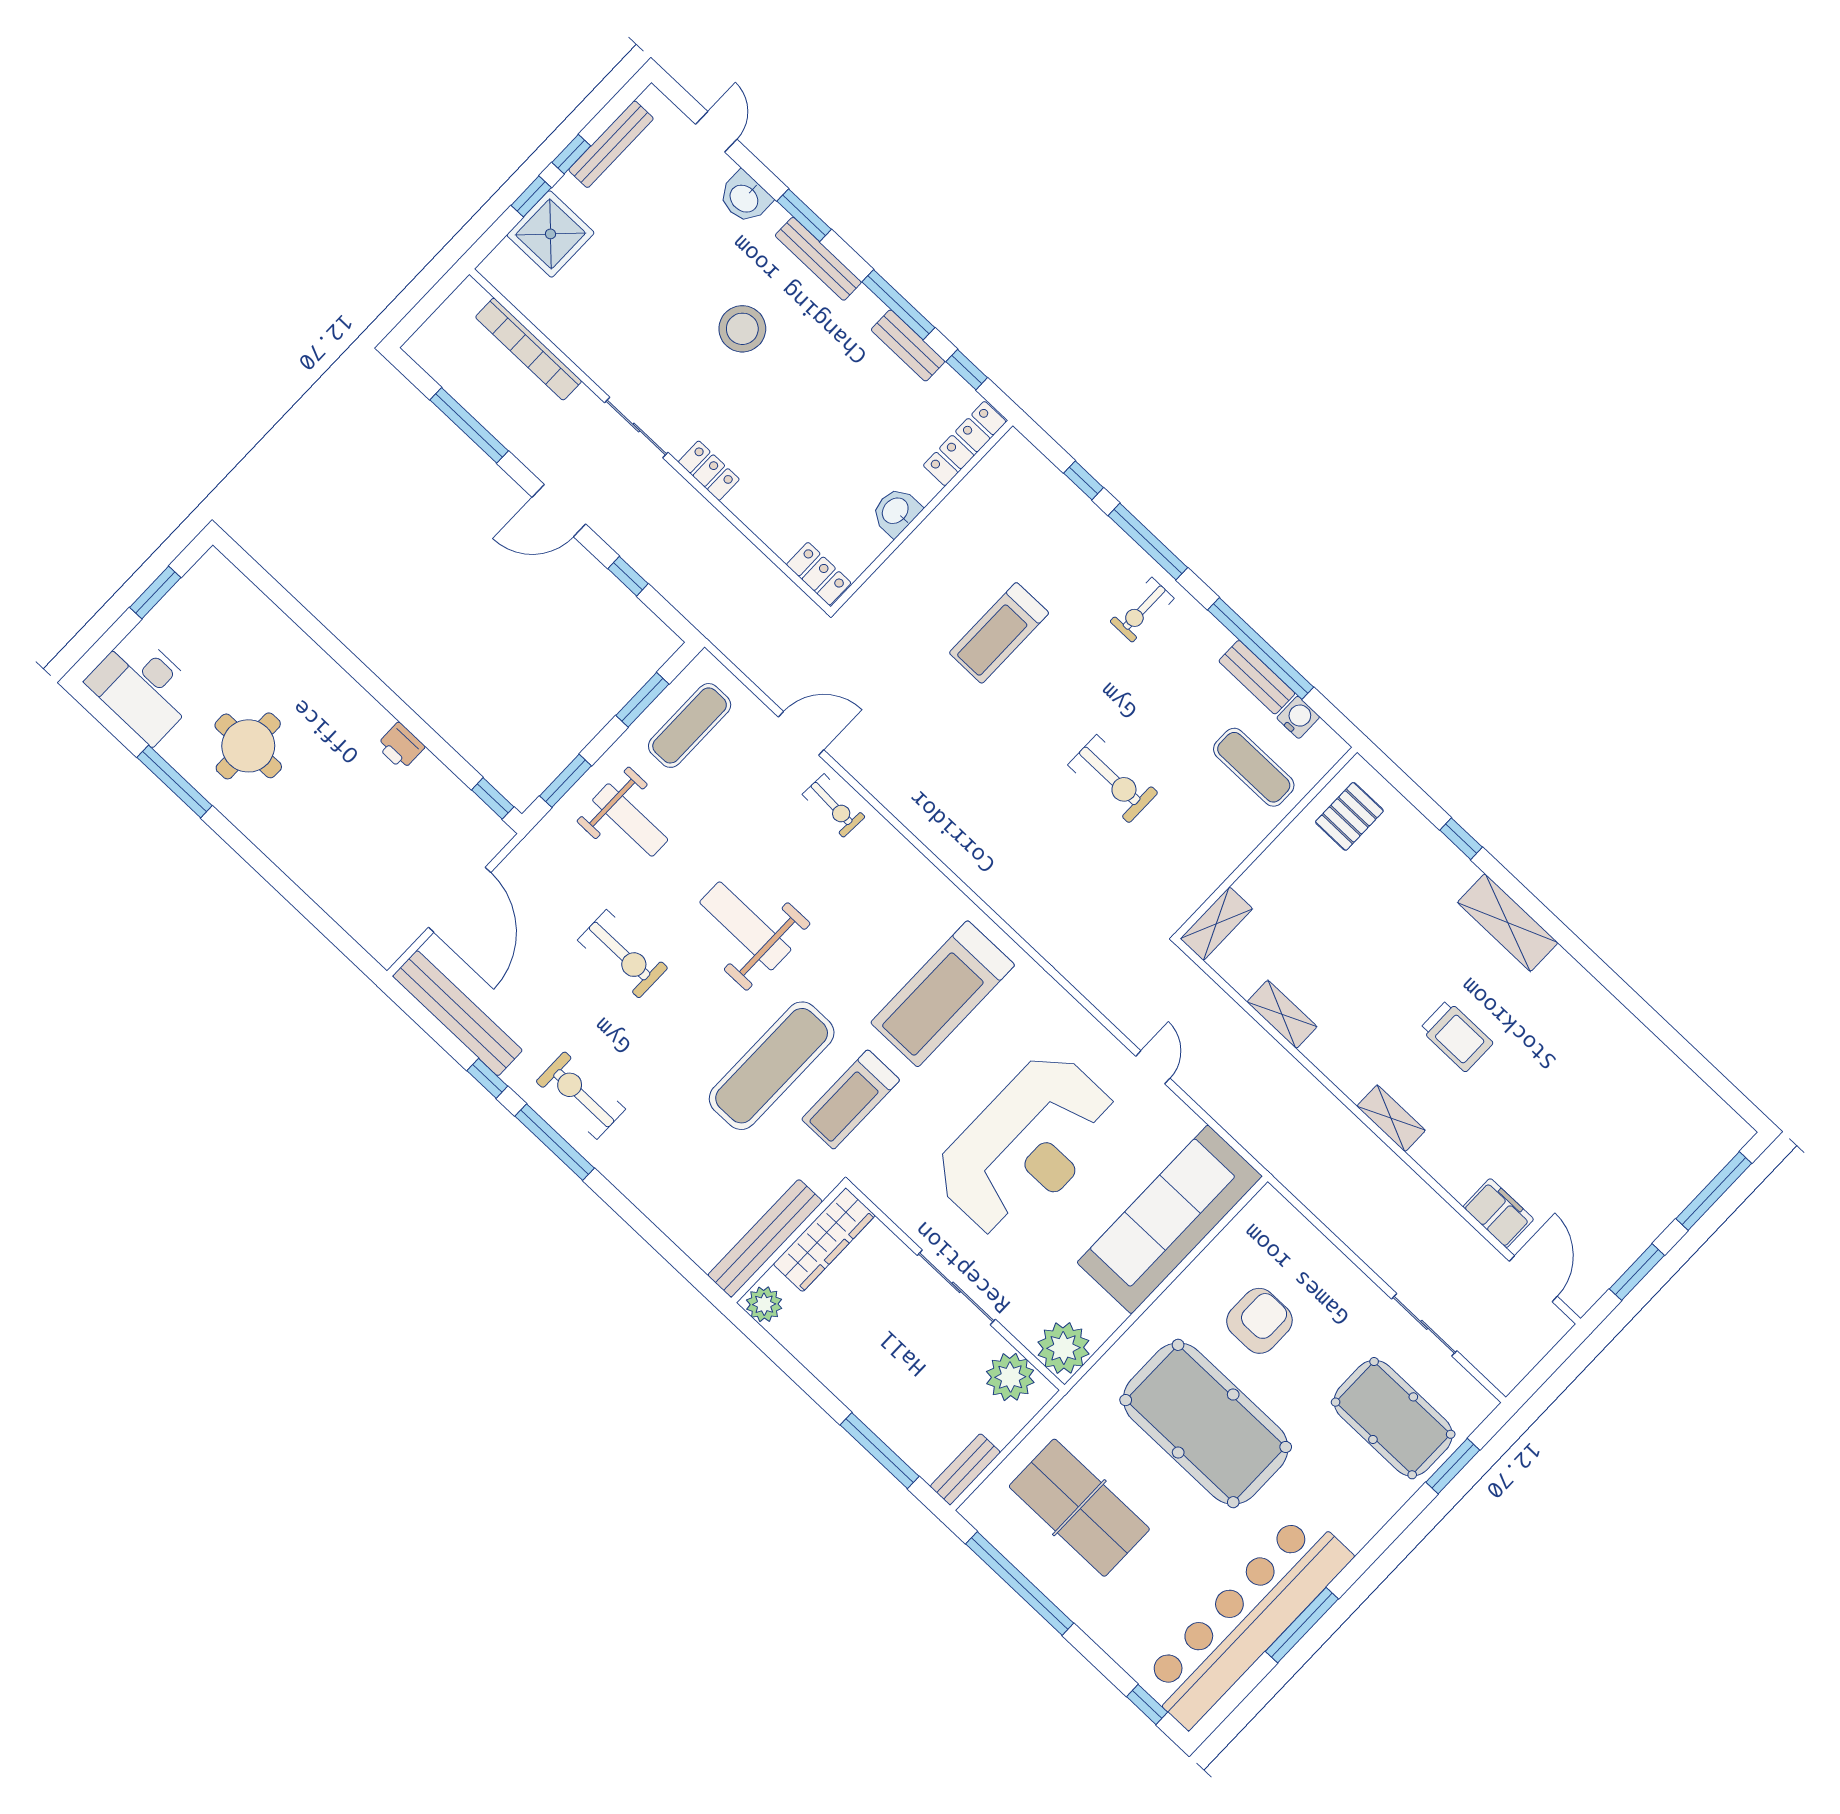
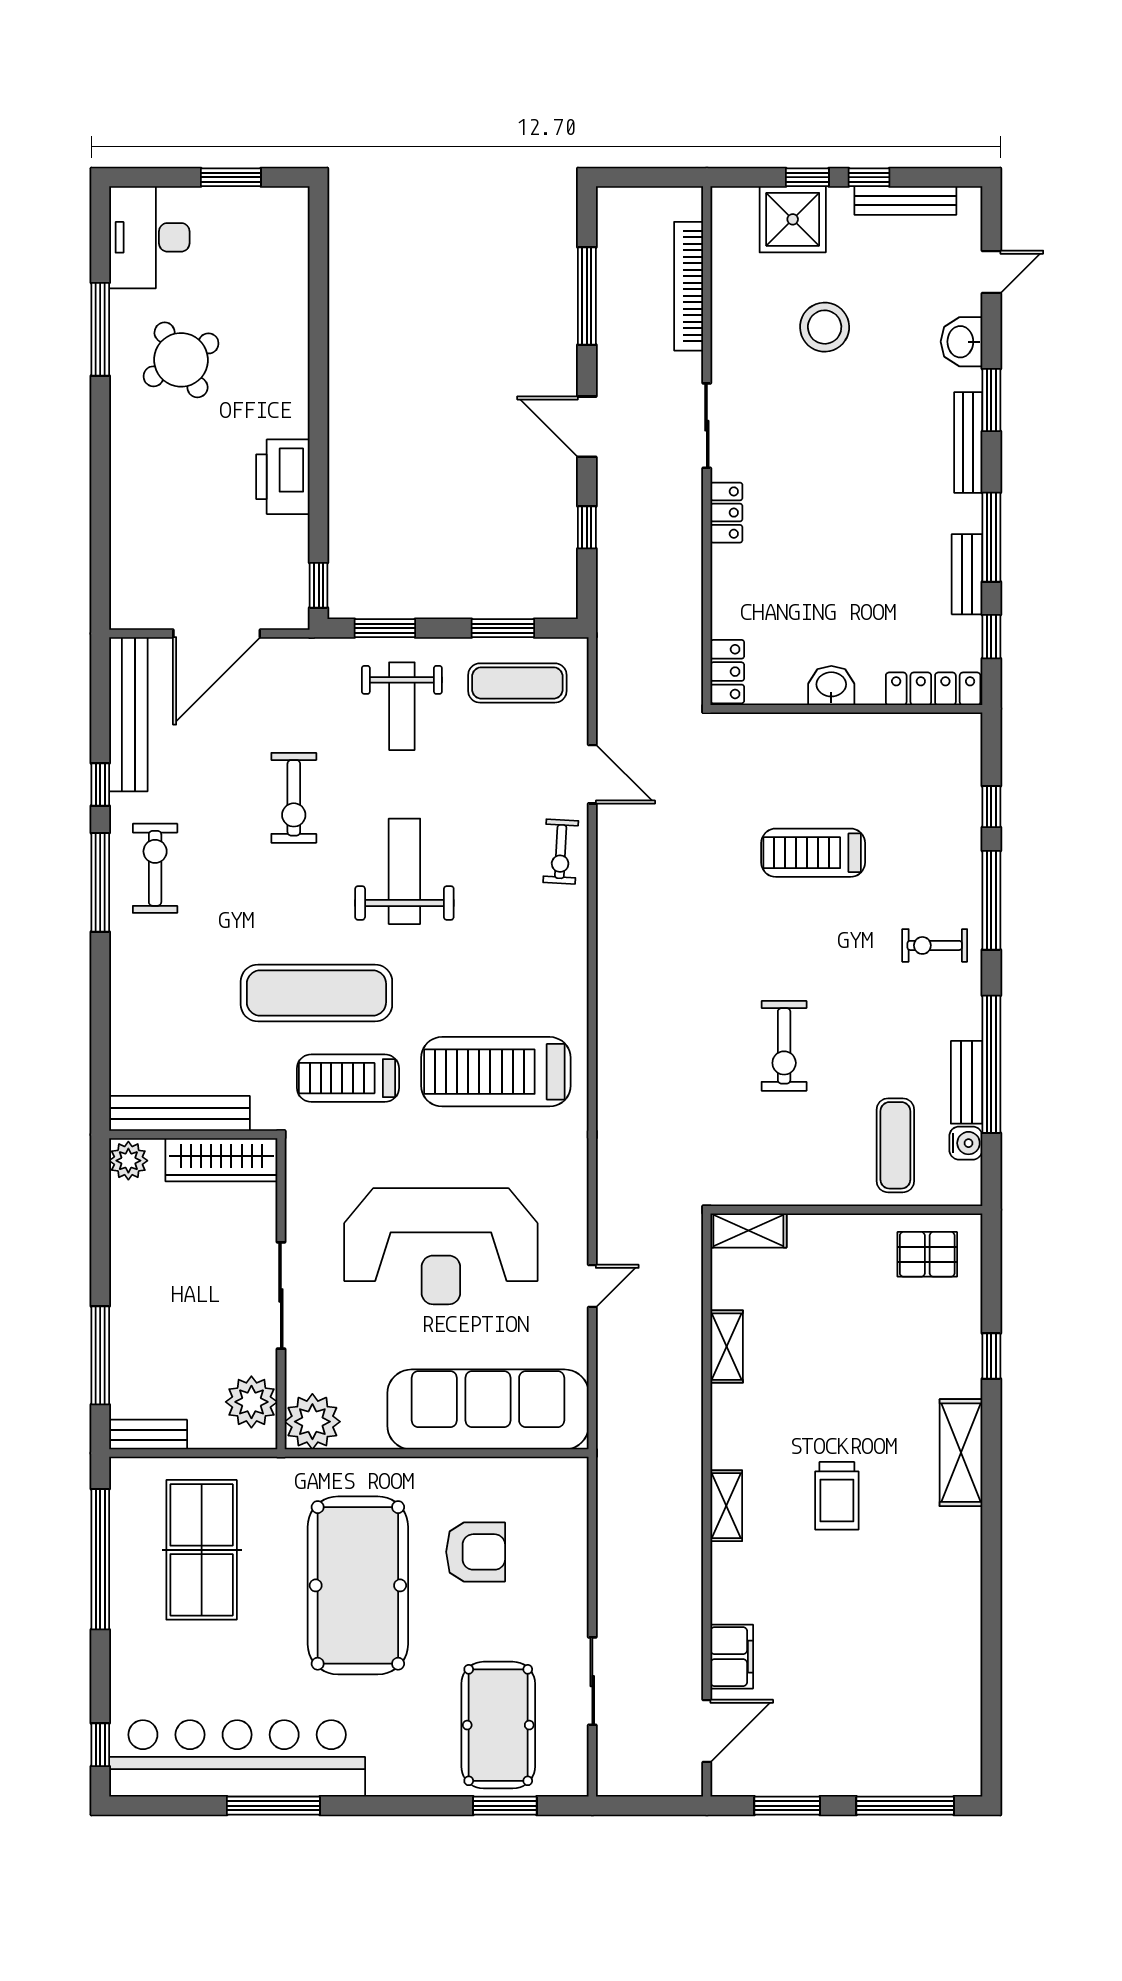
stool: (742, 329) -> (825, 327), moved
round table: (248, 746) -> (181, 360), turned -31
printer: (401, 746) -> (283, 477), width x1.87, depth x1.48

